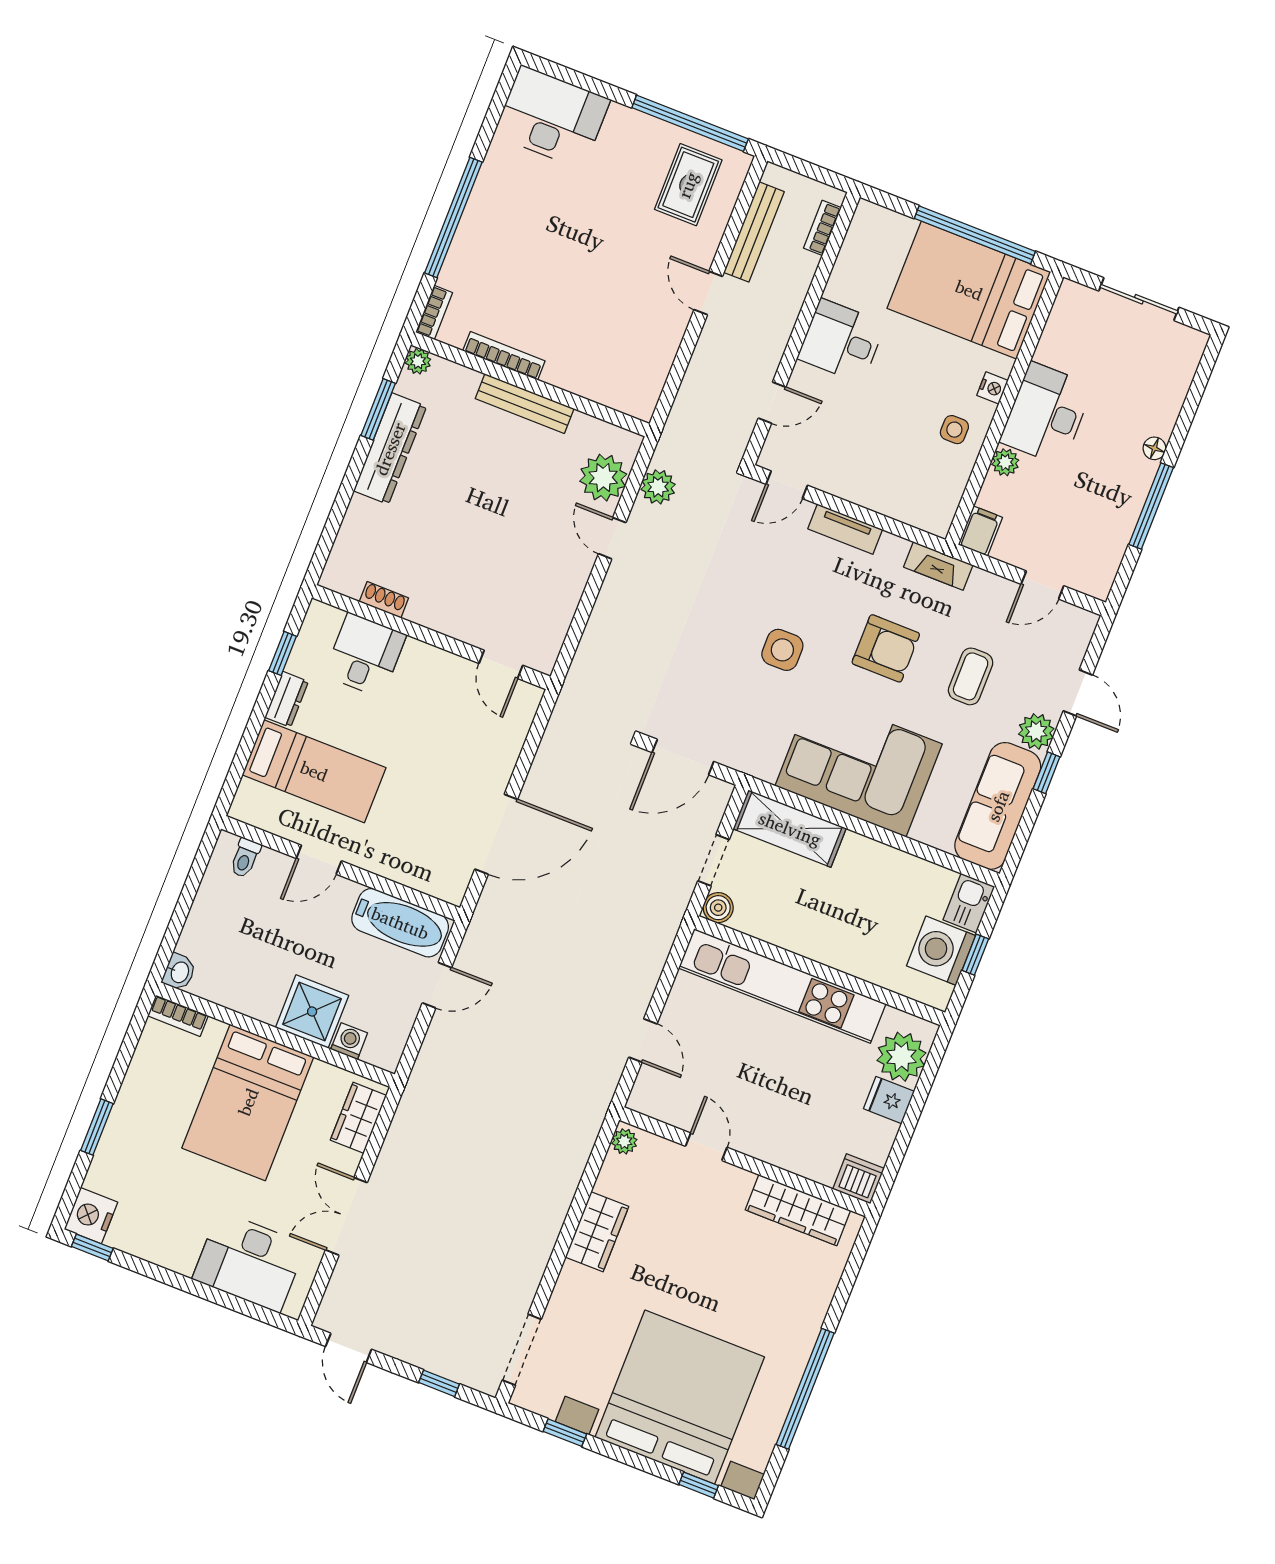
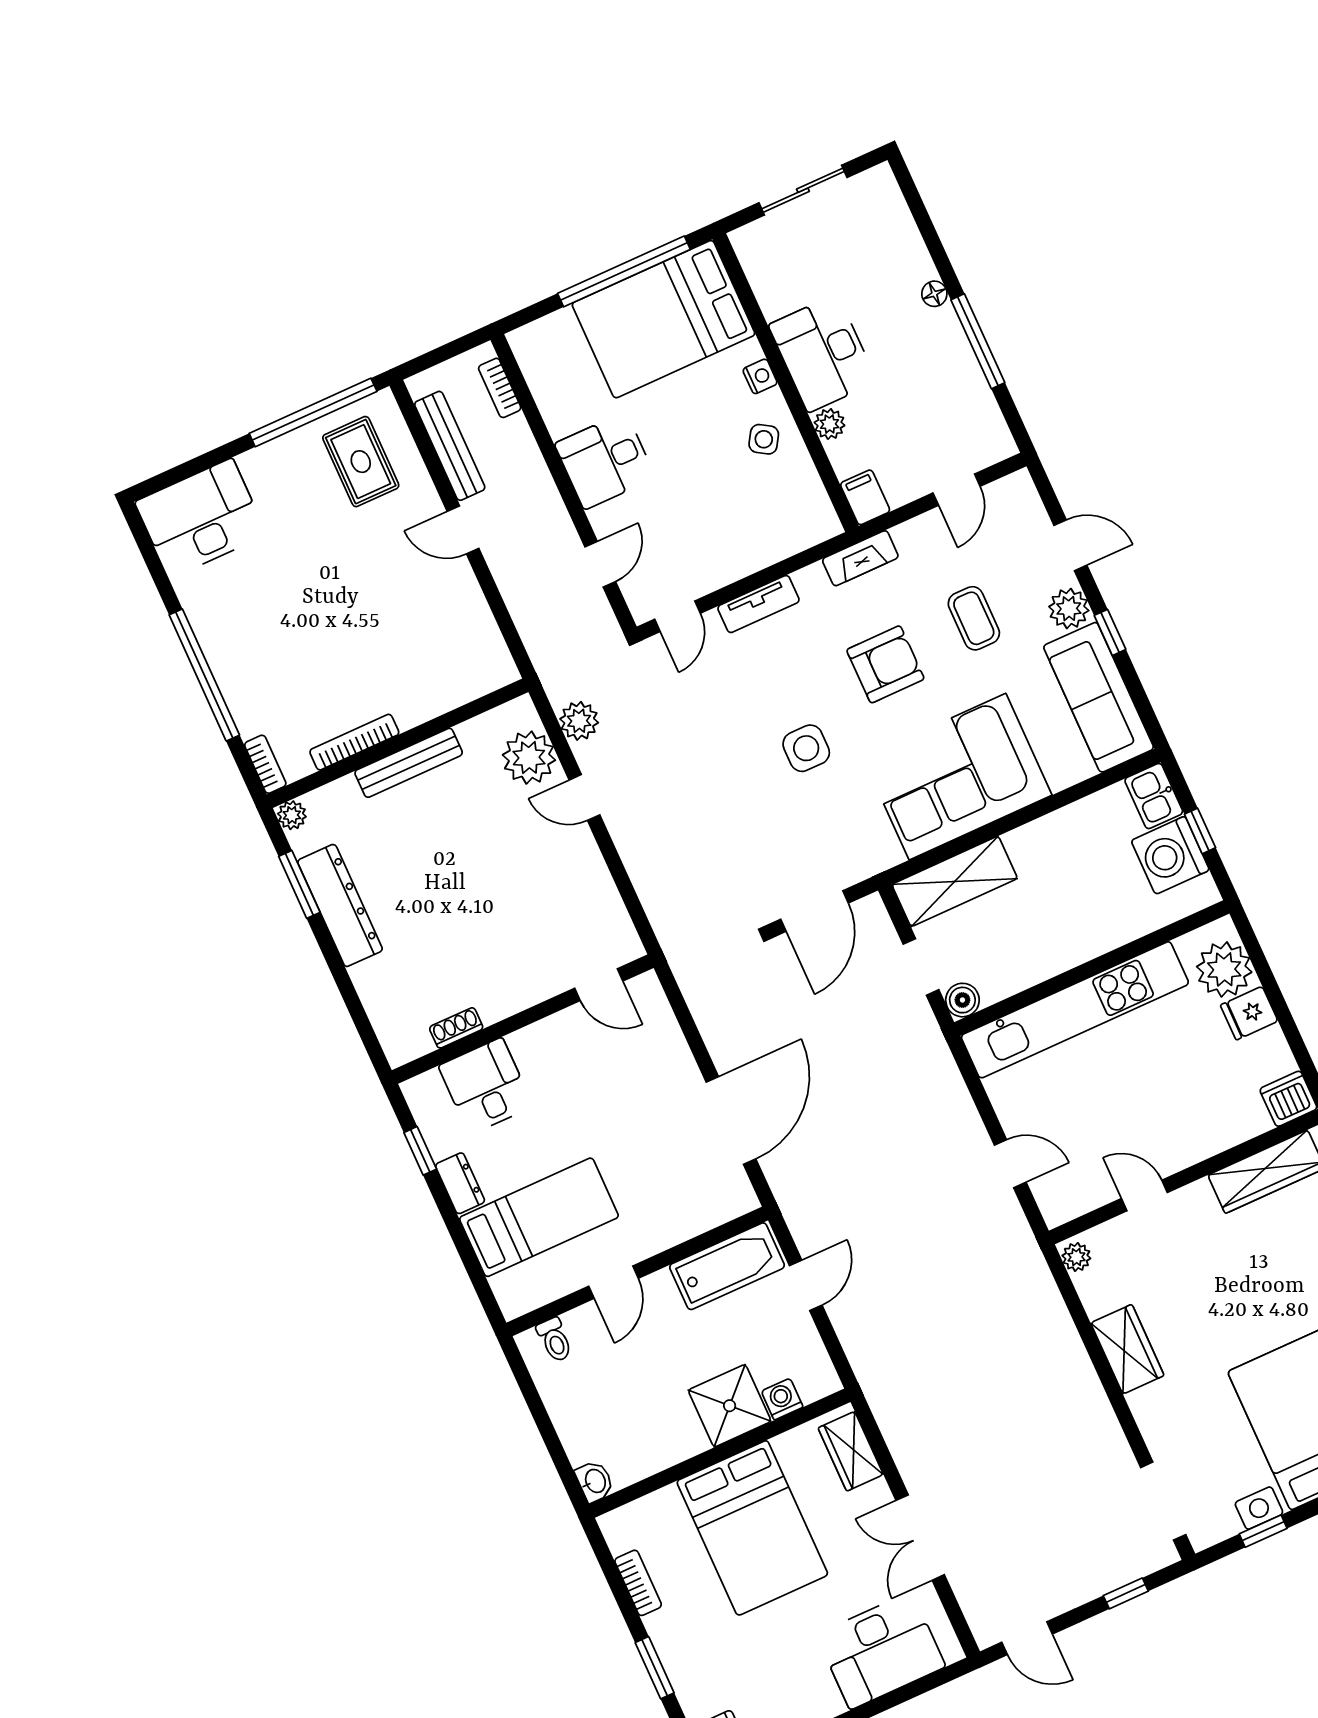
side table: (954, 430) -> (764, 439), turned 32
bookcase: (178, 1016) -> (638, 1583), moved, turned -90

